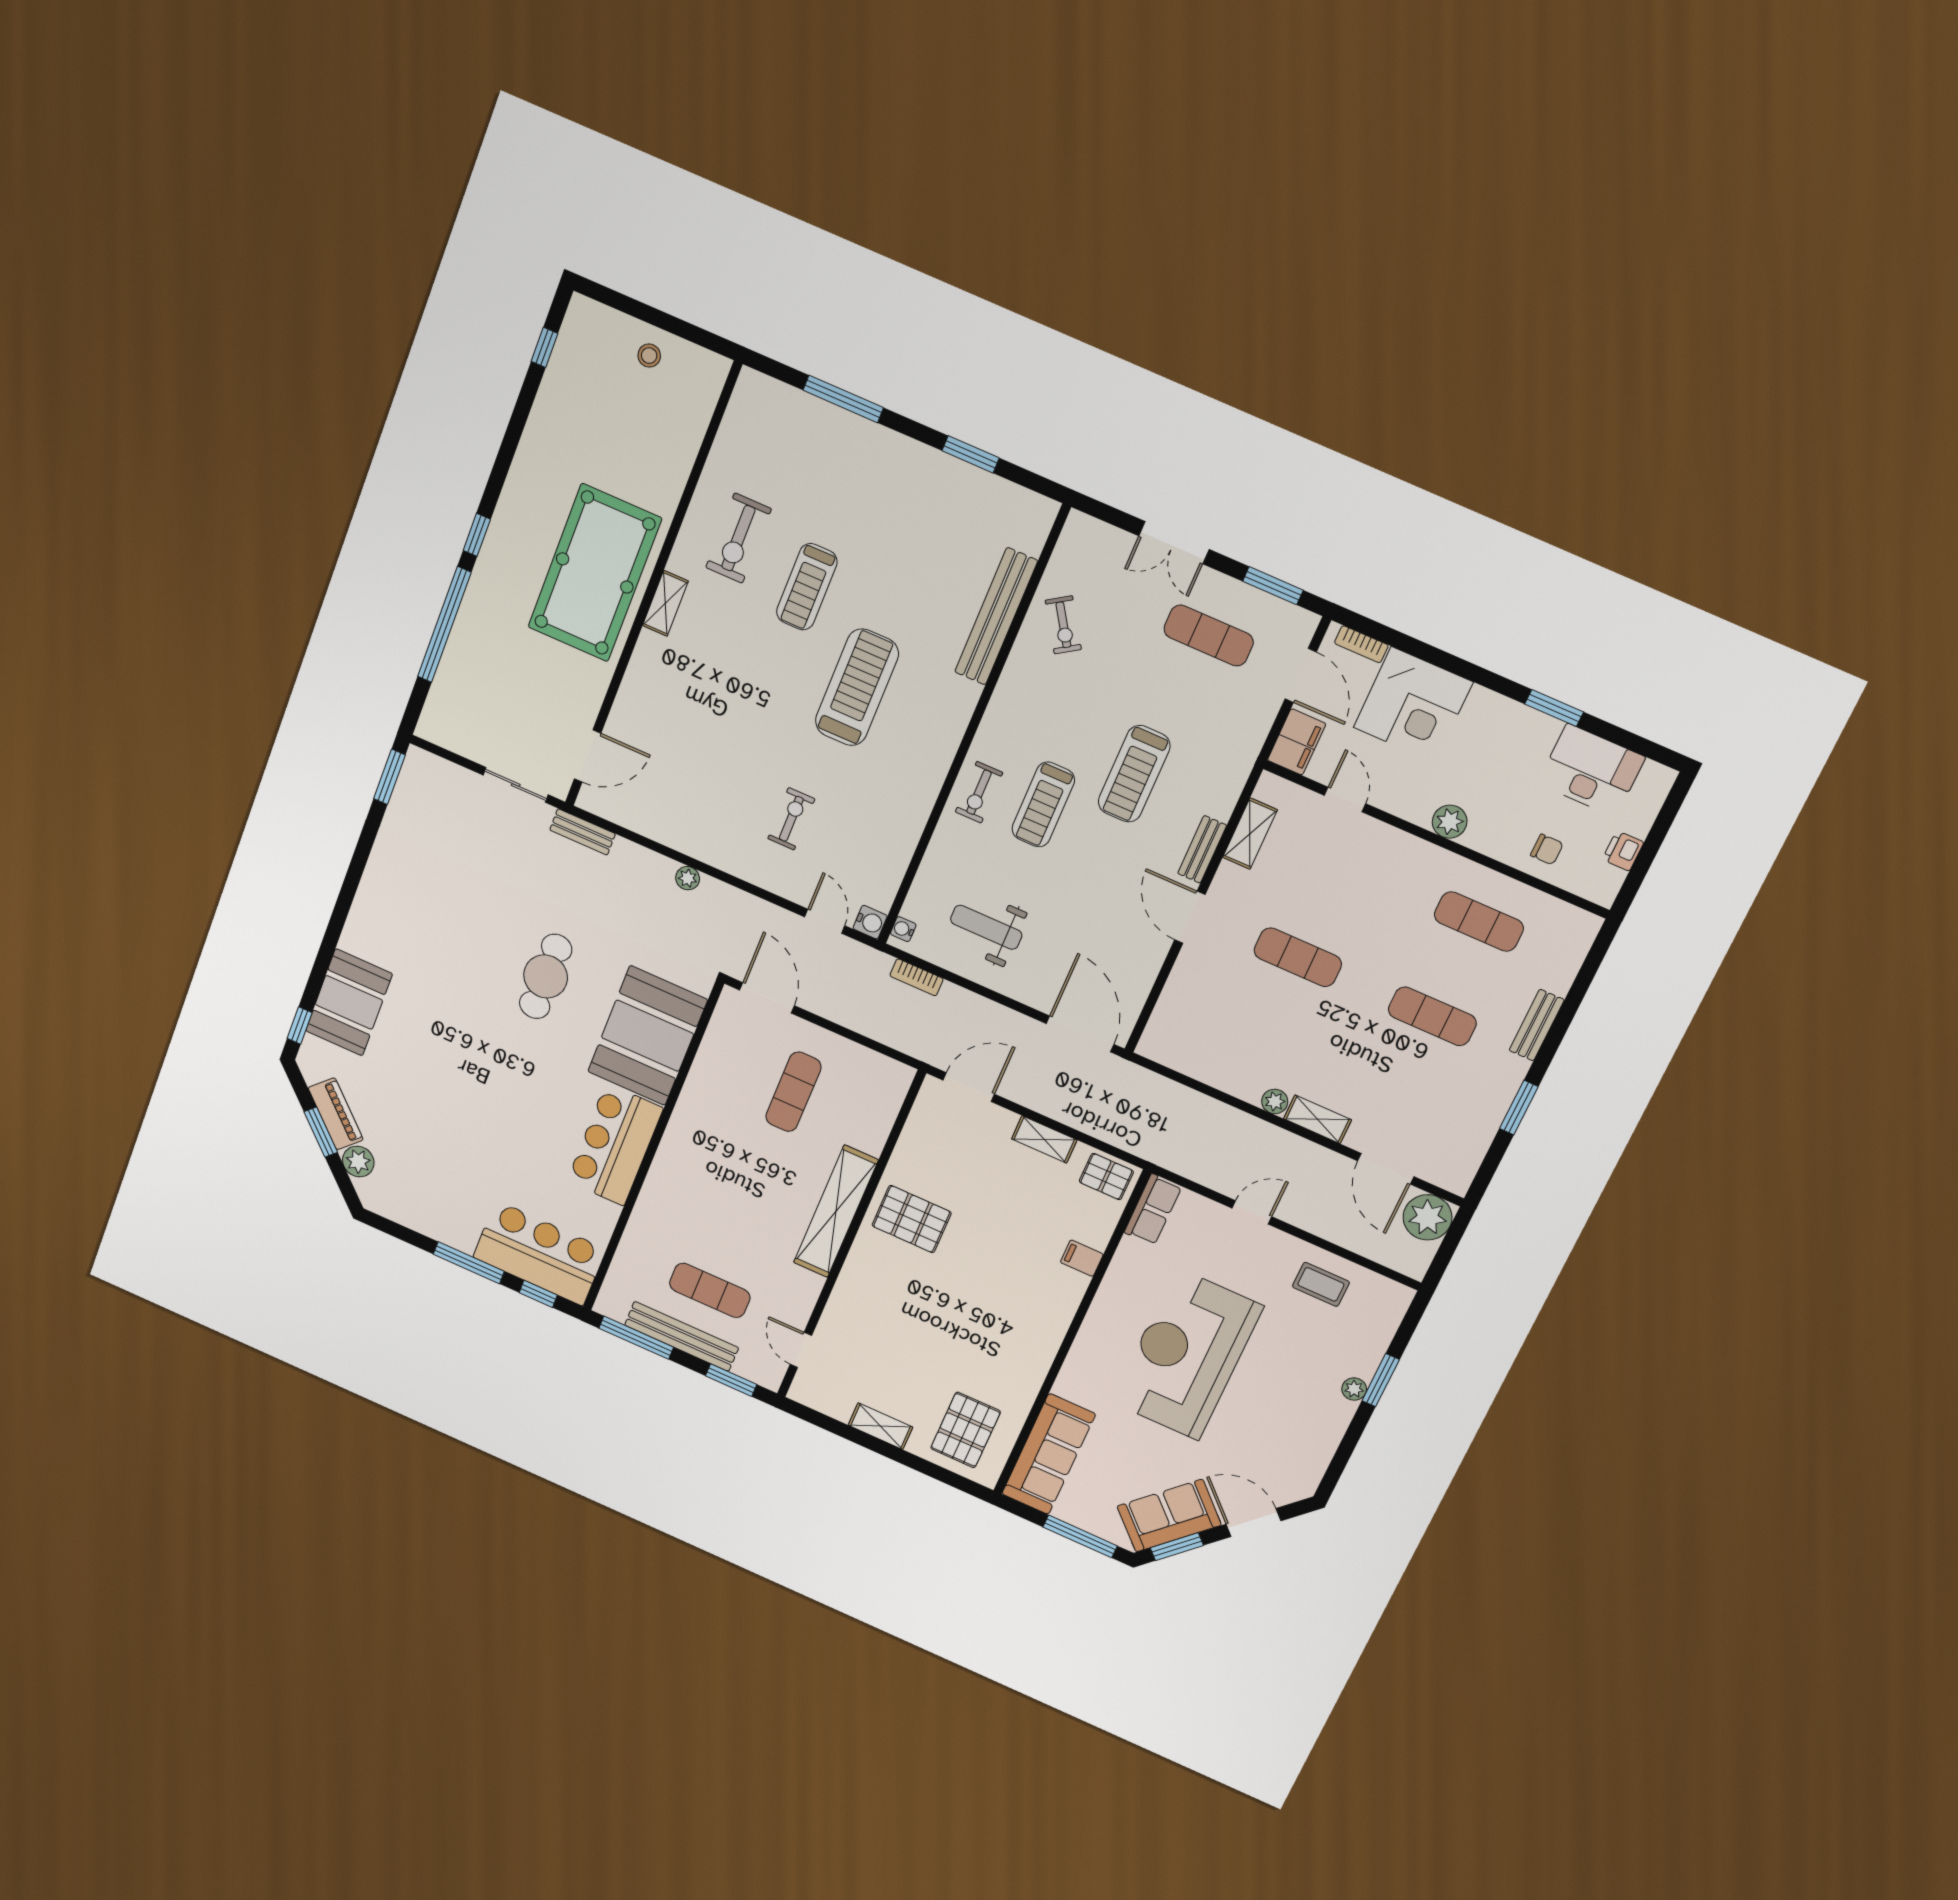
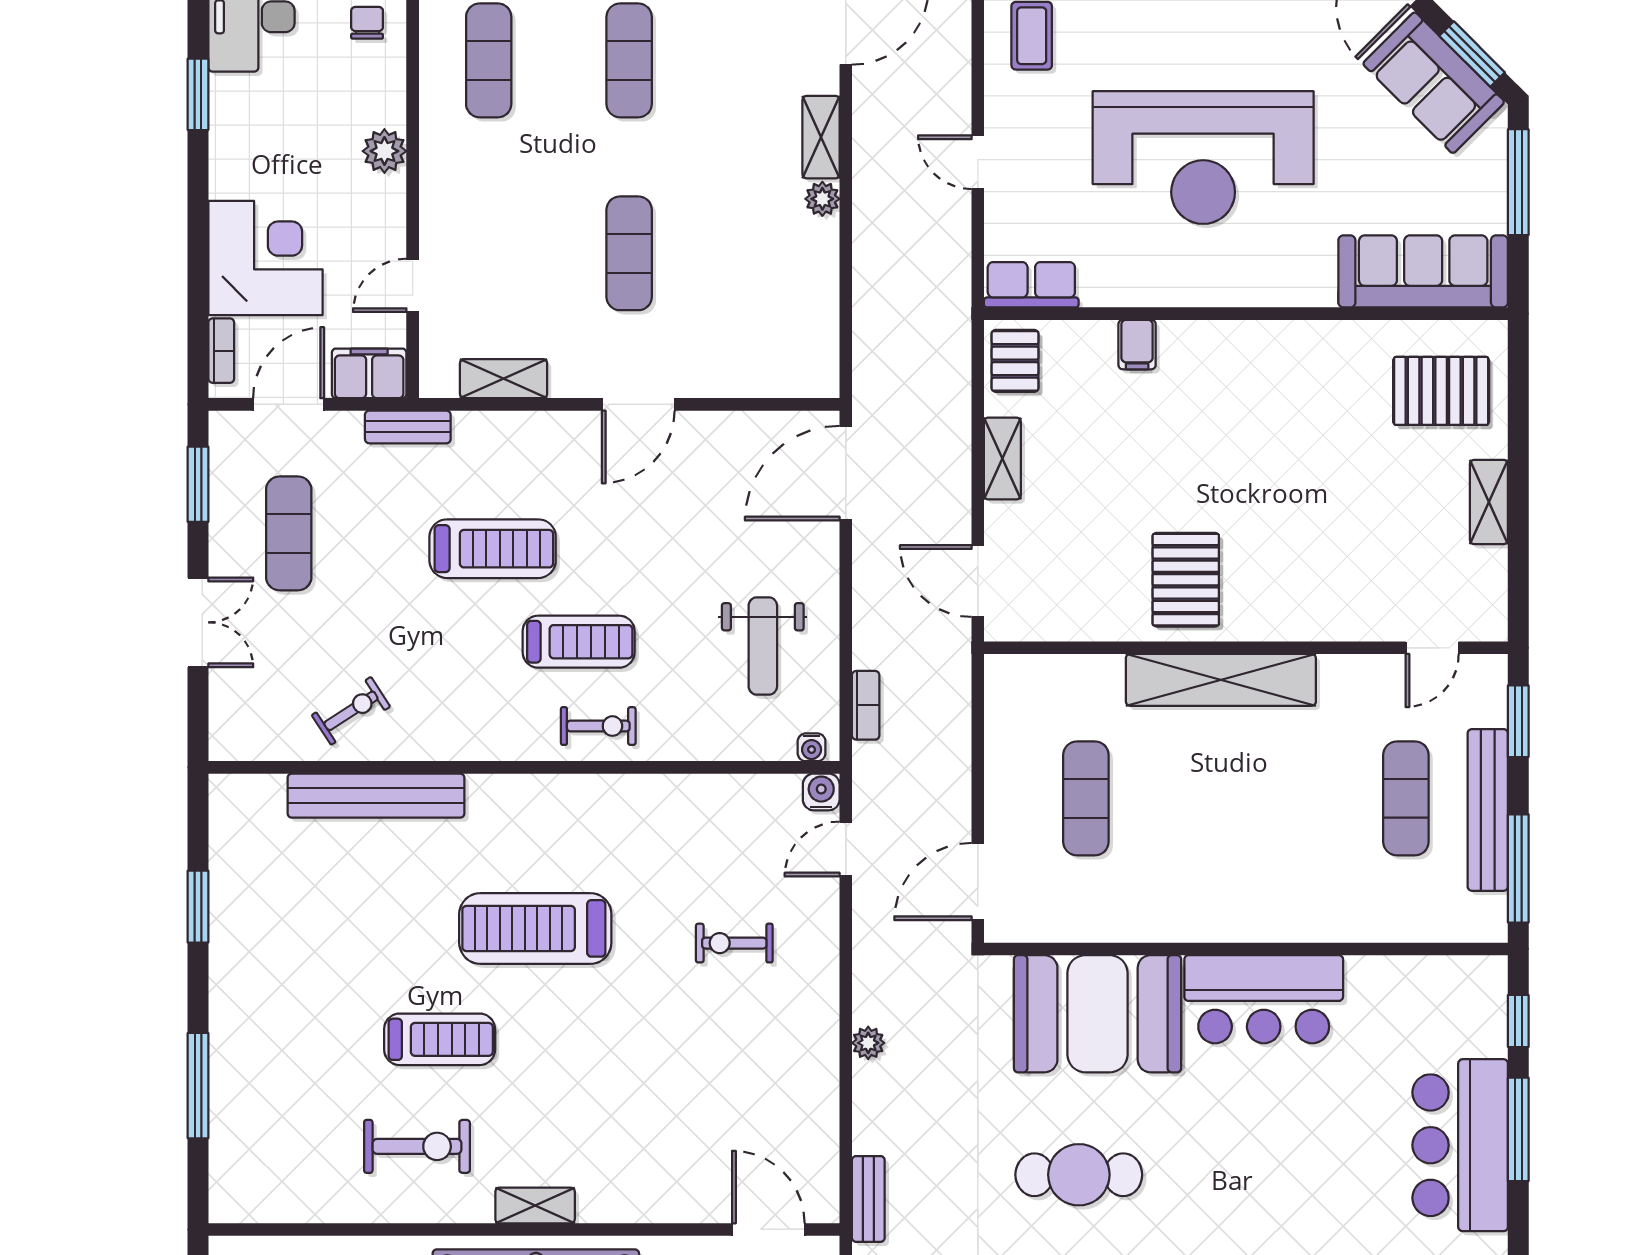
bench: (1202, 849) -> (408, 427), moved
exercise mat: (793, 1092) -> (1086, 798), turned 90
bar counter: (539, 1253) -> (1460, 1145), moved

